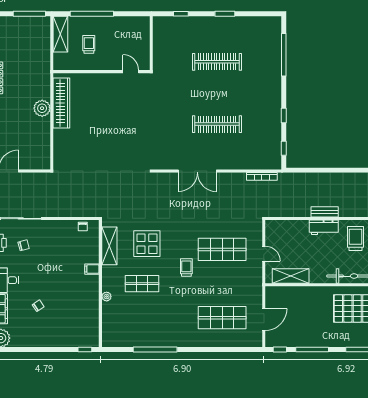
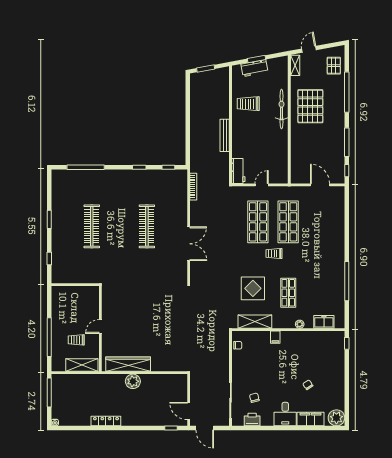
shelving: (60, 34) -> (82, 365), moved
door: (131, 72) -> (100, 327), moved
bench: (325, 212) -> (225, 135), width x1.36
workbench: (324, 227) -> (238, 171), moved
shelving: (291, 276) -> (282, 161), removed
shop shelf: (222, 318) -> (288, 222), moved
freezer: (109, 324) -> (324, 322), added

